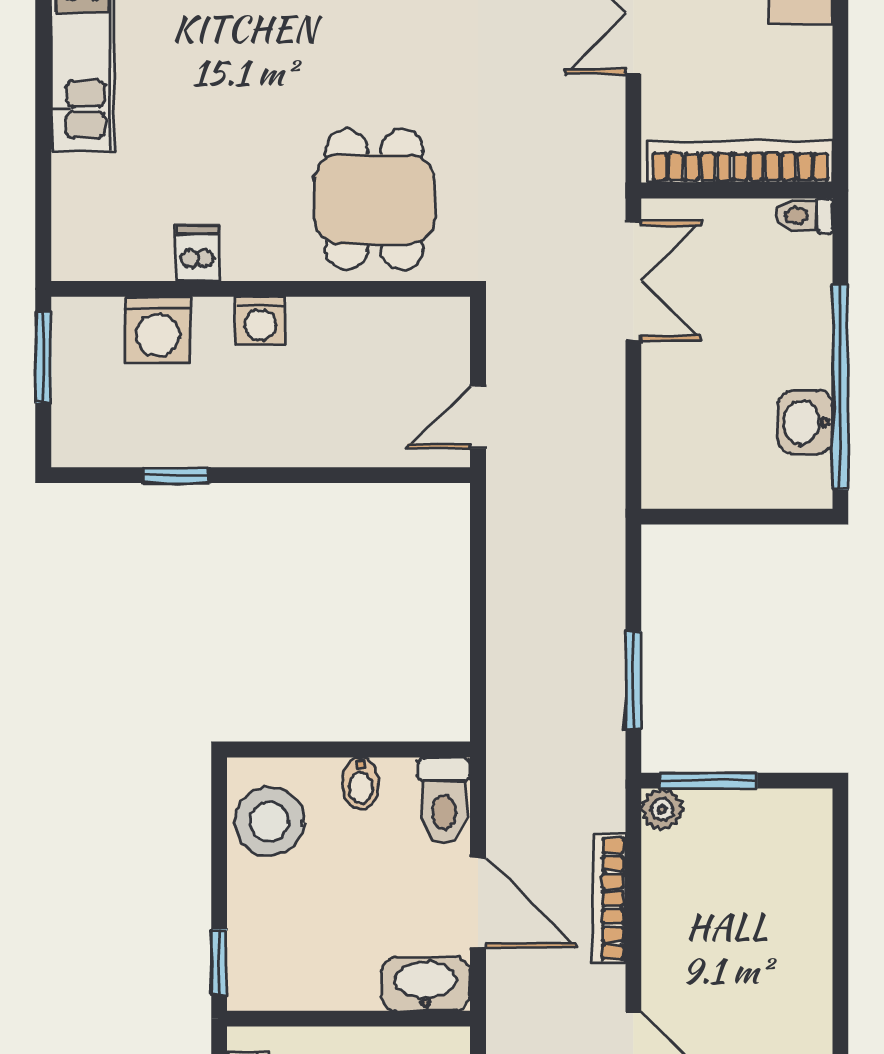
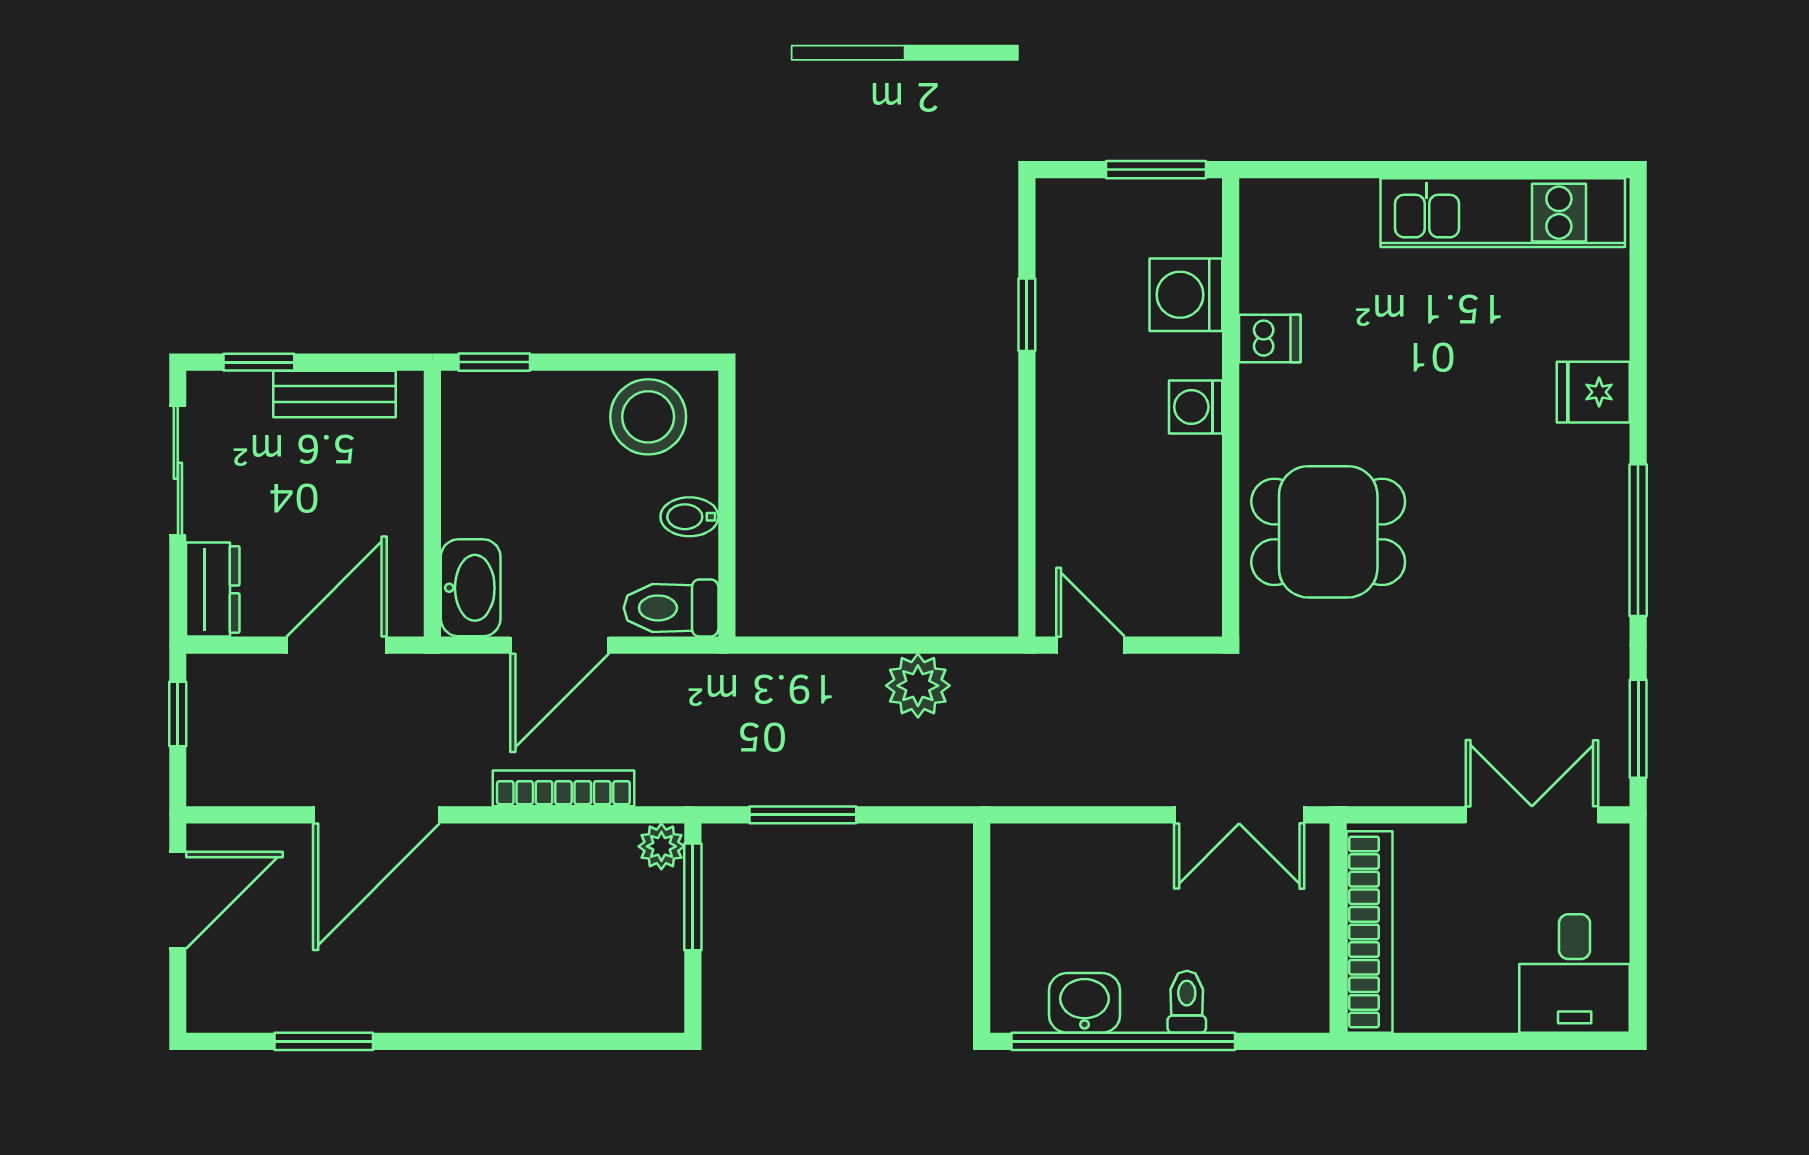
toilet: (804, 216) -> (1187, 1002), moved
plant: (515, 575) -> (918, 686), added

